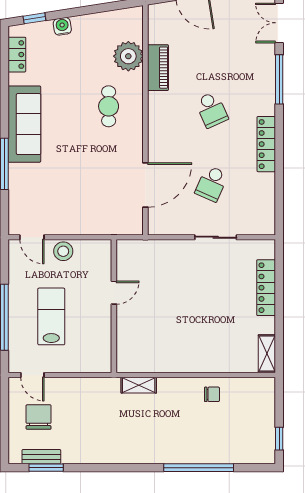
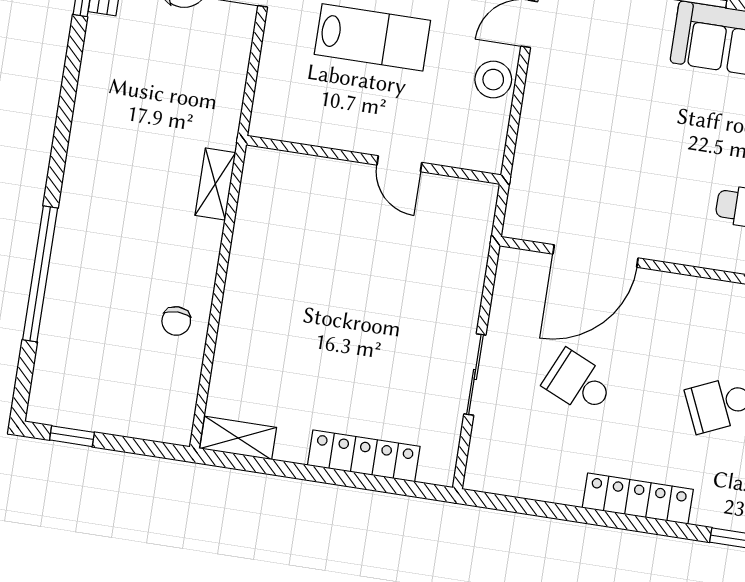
door: (145, 185) -> (596, 256), hinge flipped

